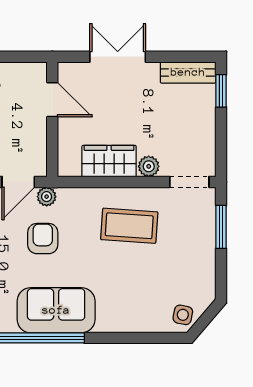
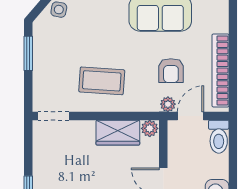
plant: (149, 166) -> (150, 128), moved
window: (221, 227) -> (28, 53), moved

